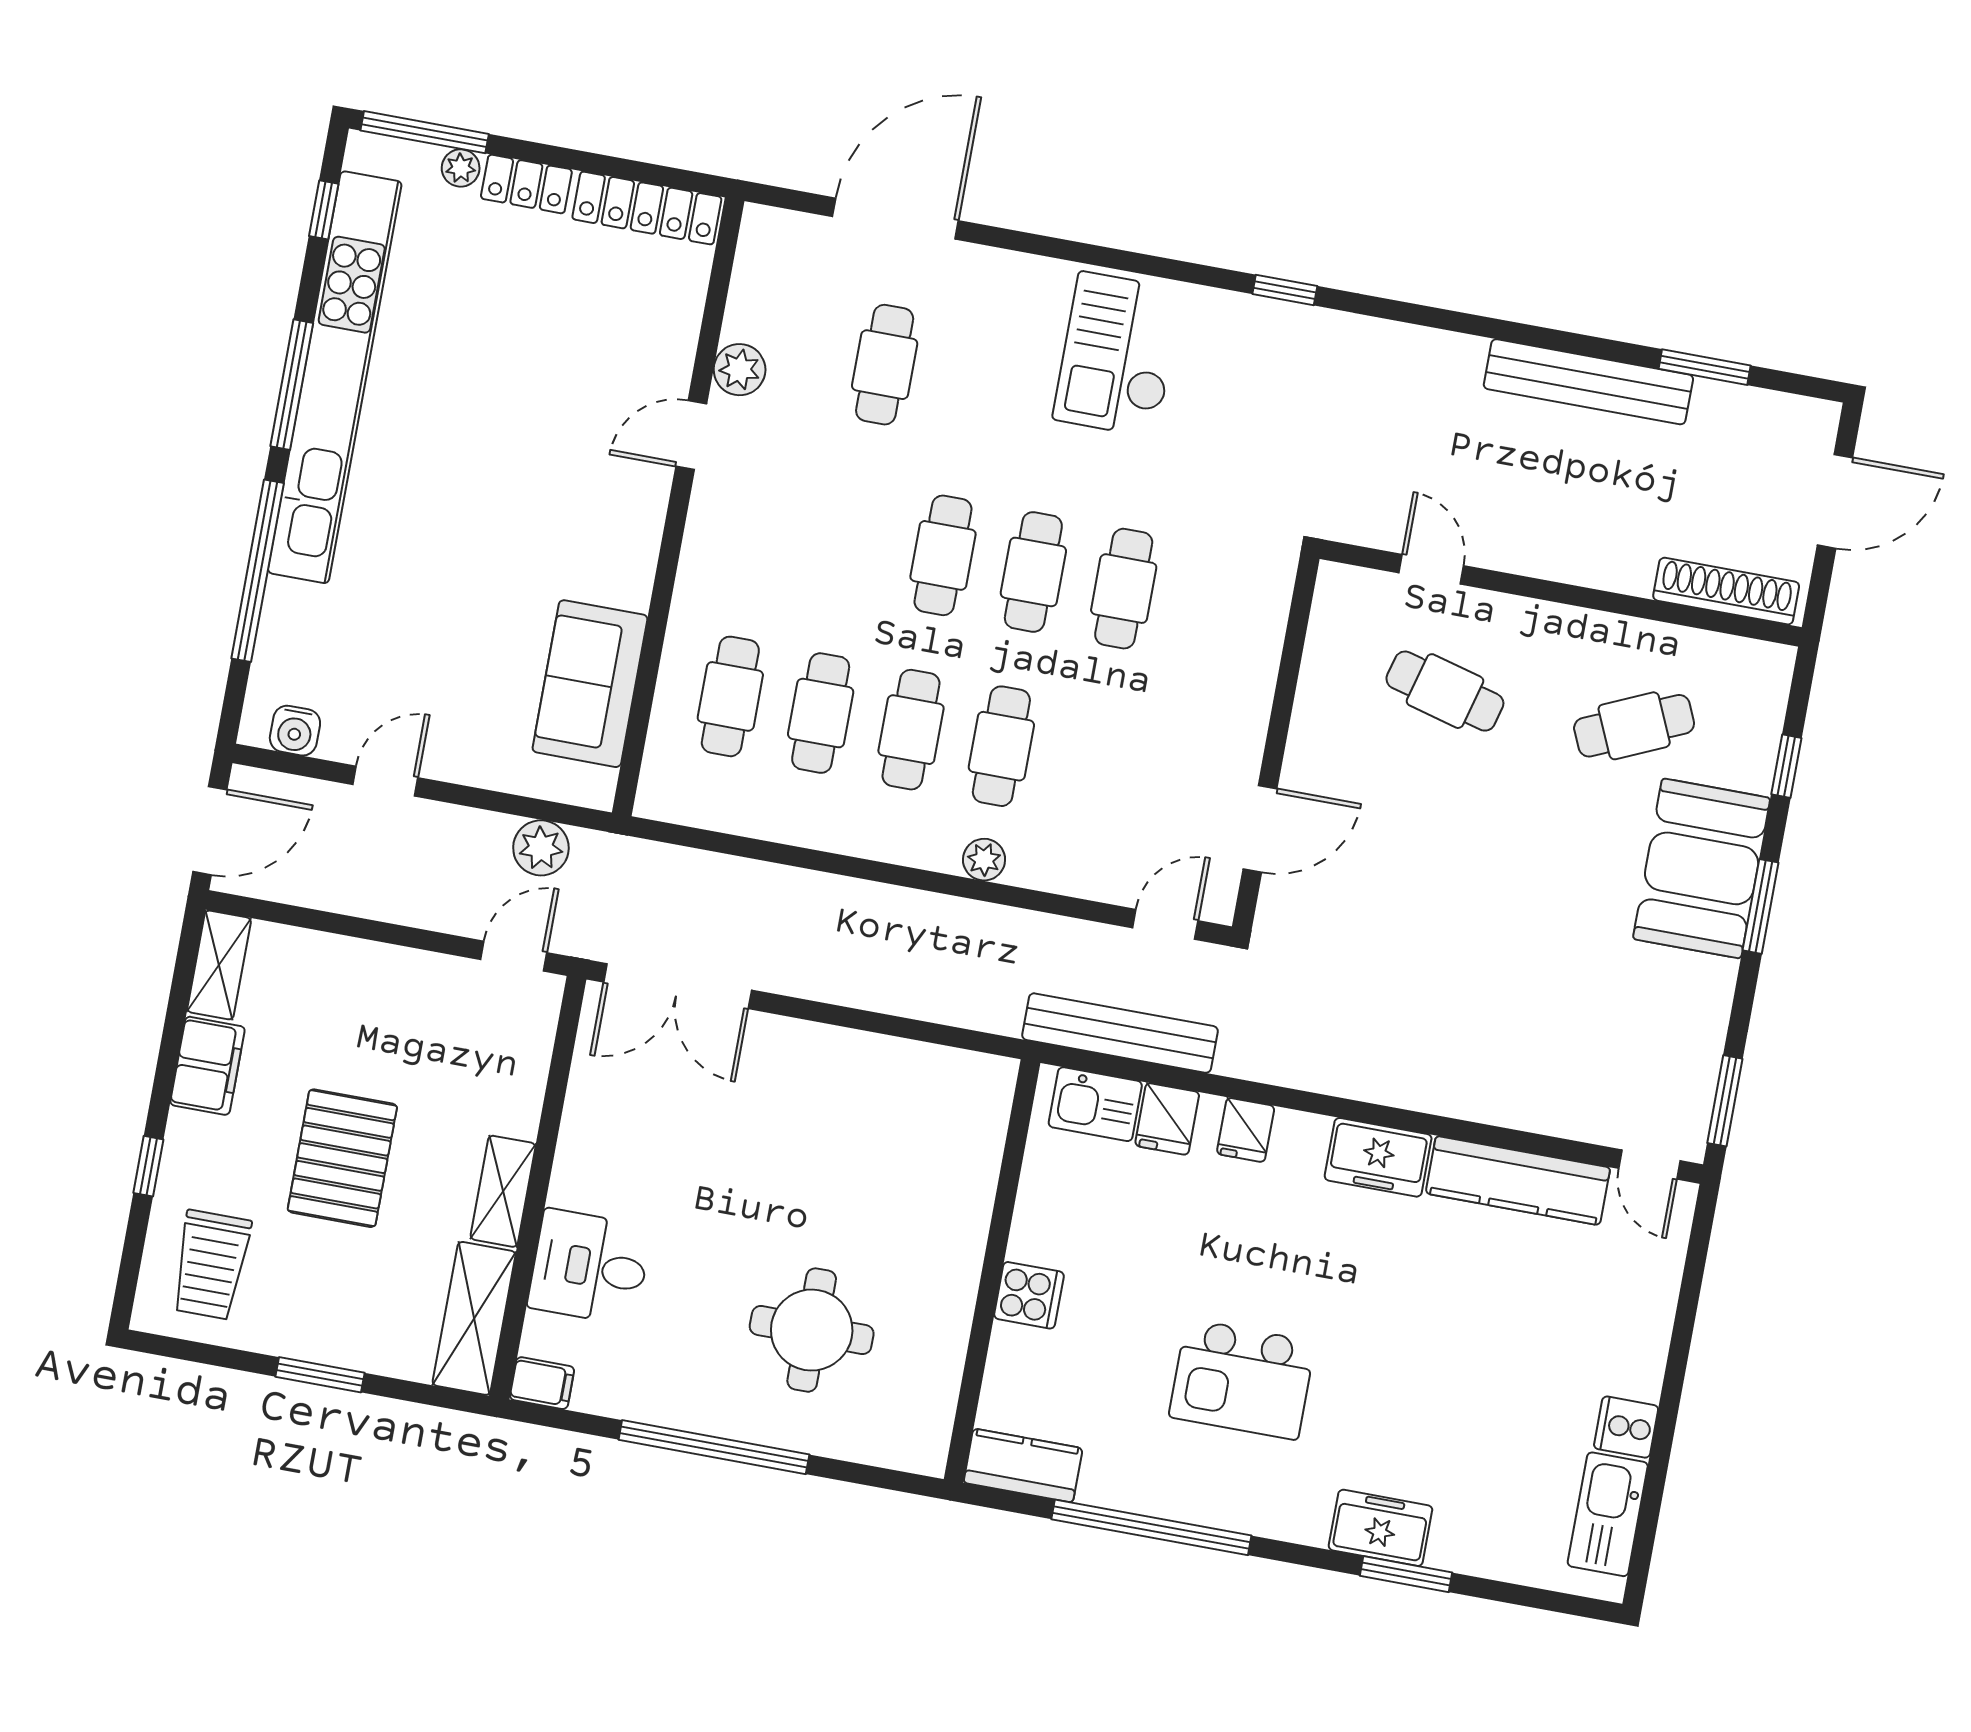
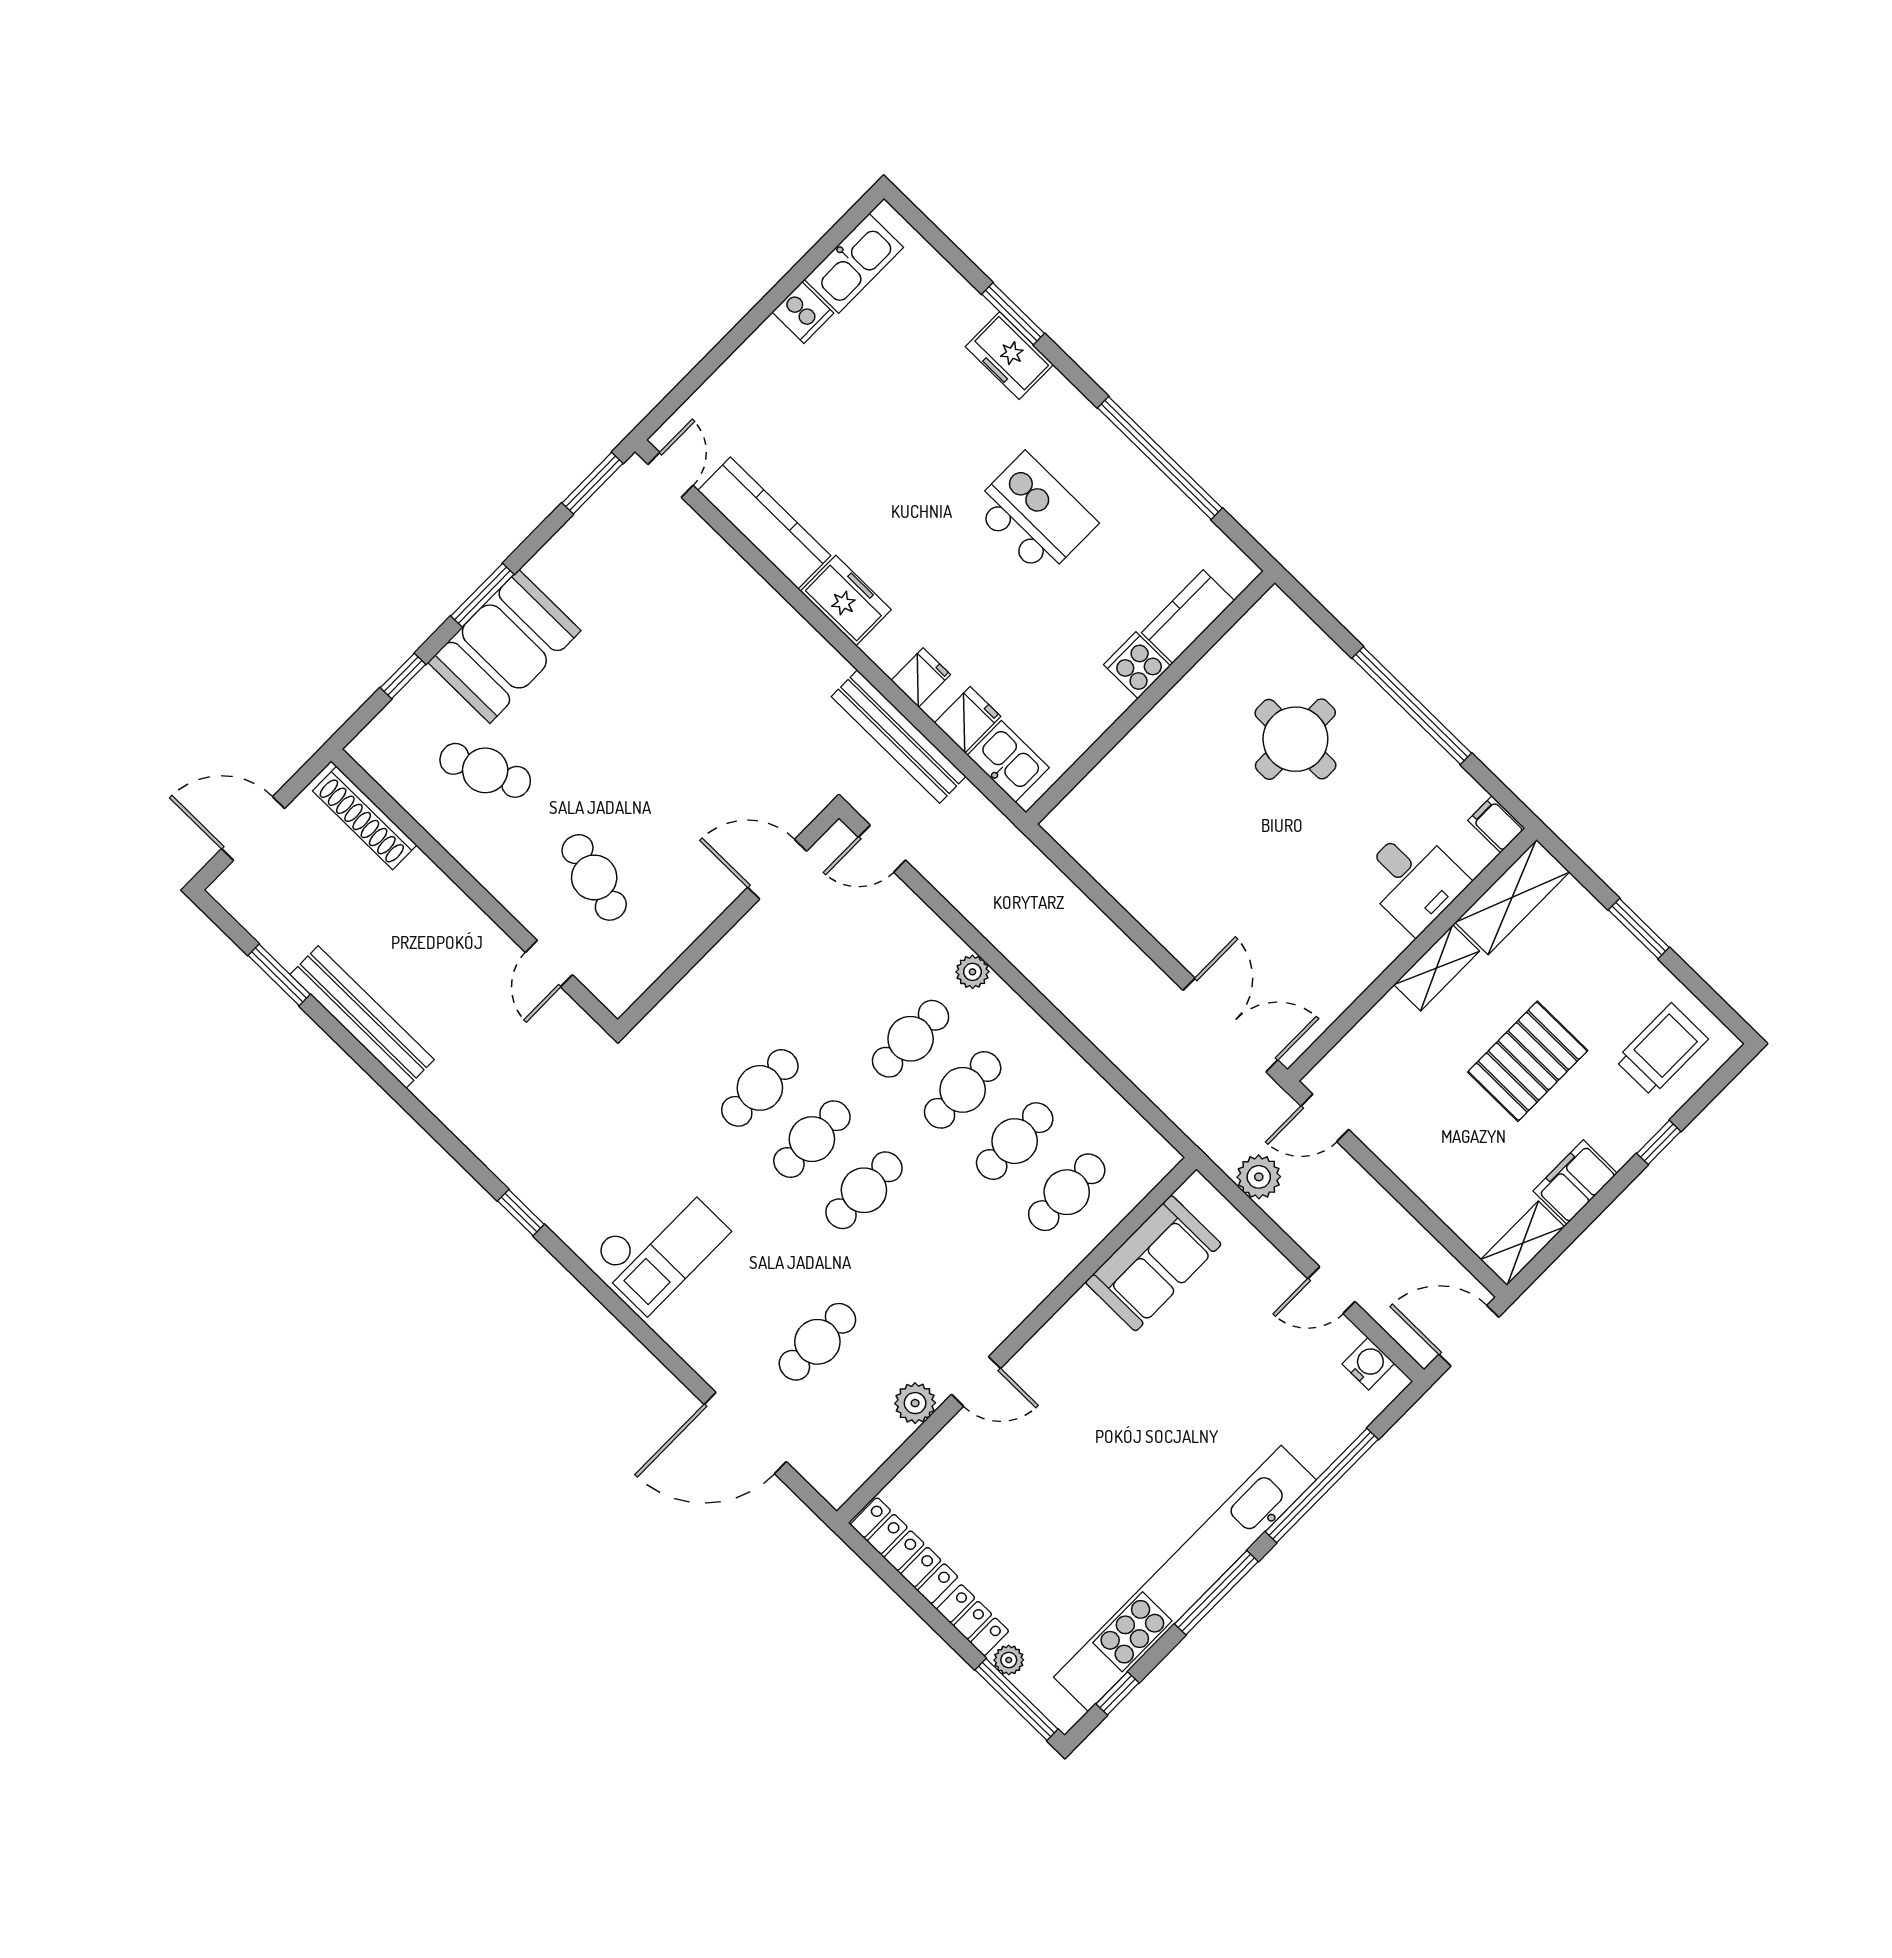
bench: (1120, 1033) -> (899, 737), moved
kitchen counter: (1023, 1465) -> (1188, 617), moved, turned 90

